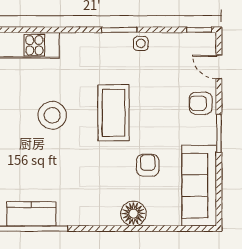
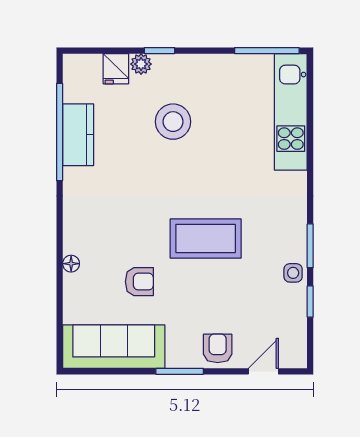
window: (199, 30) -> (310, 302), moved
stool: (52, 115) -> (173, 122), moved
floor lamp: (133, 214) -> (71, 264), width x0.53, depth x0.53

